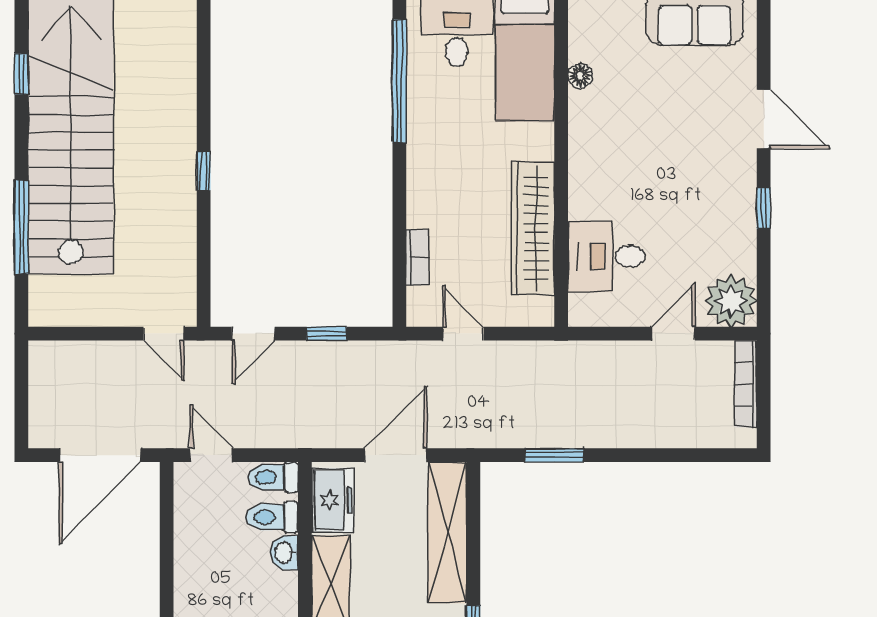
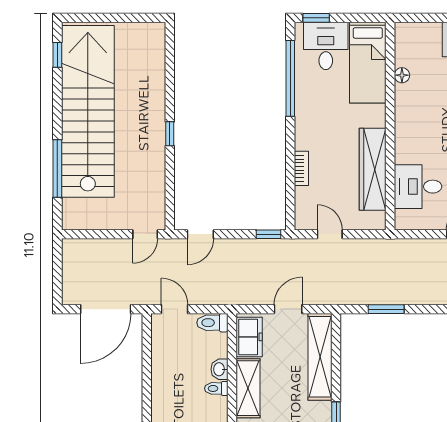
window: (21, 74) -> (57, 55), moved
bookcase: (417, 257) -> (301, 168), moved
door: (164, 334) -> (145, 234), hinge flipped
window: (327, 334) -> (268, 234), moved
door: (396, 455) -> (288, 309), width x0.73
toilet: (272, 517) -> (216, 388), moved, width x0.73, depth x0.72

